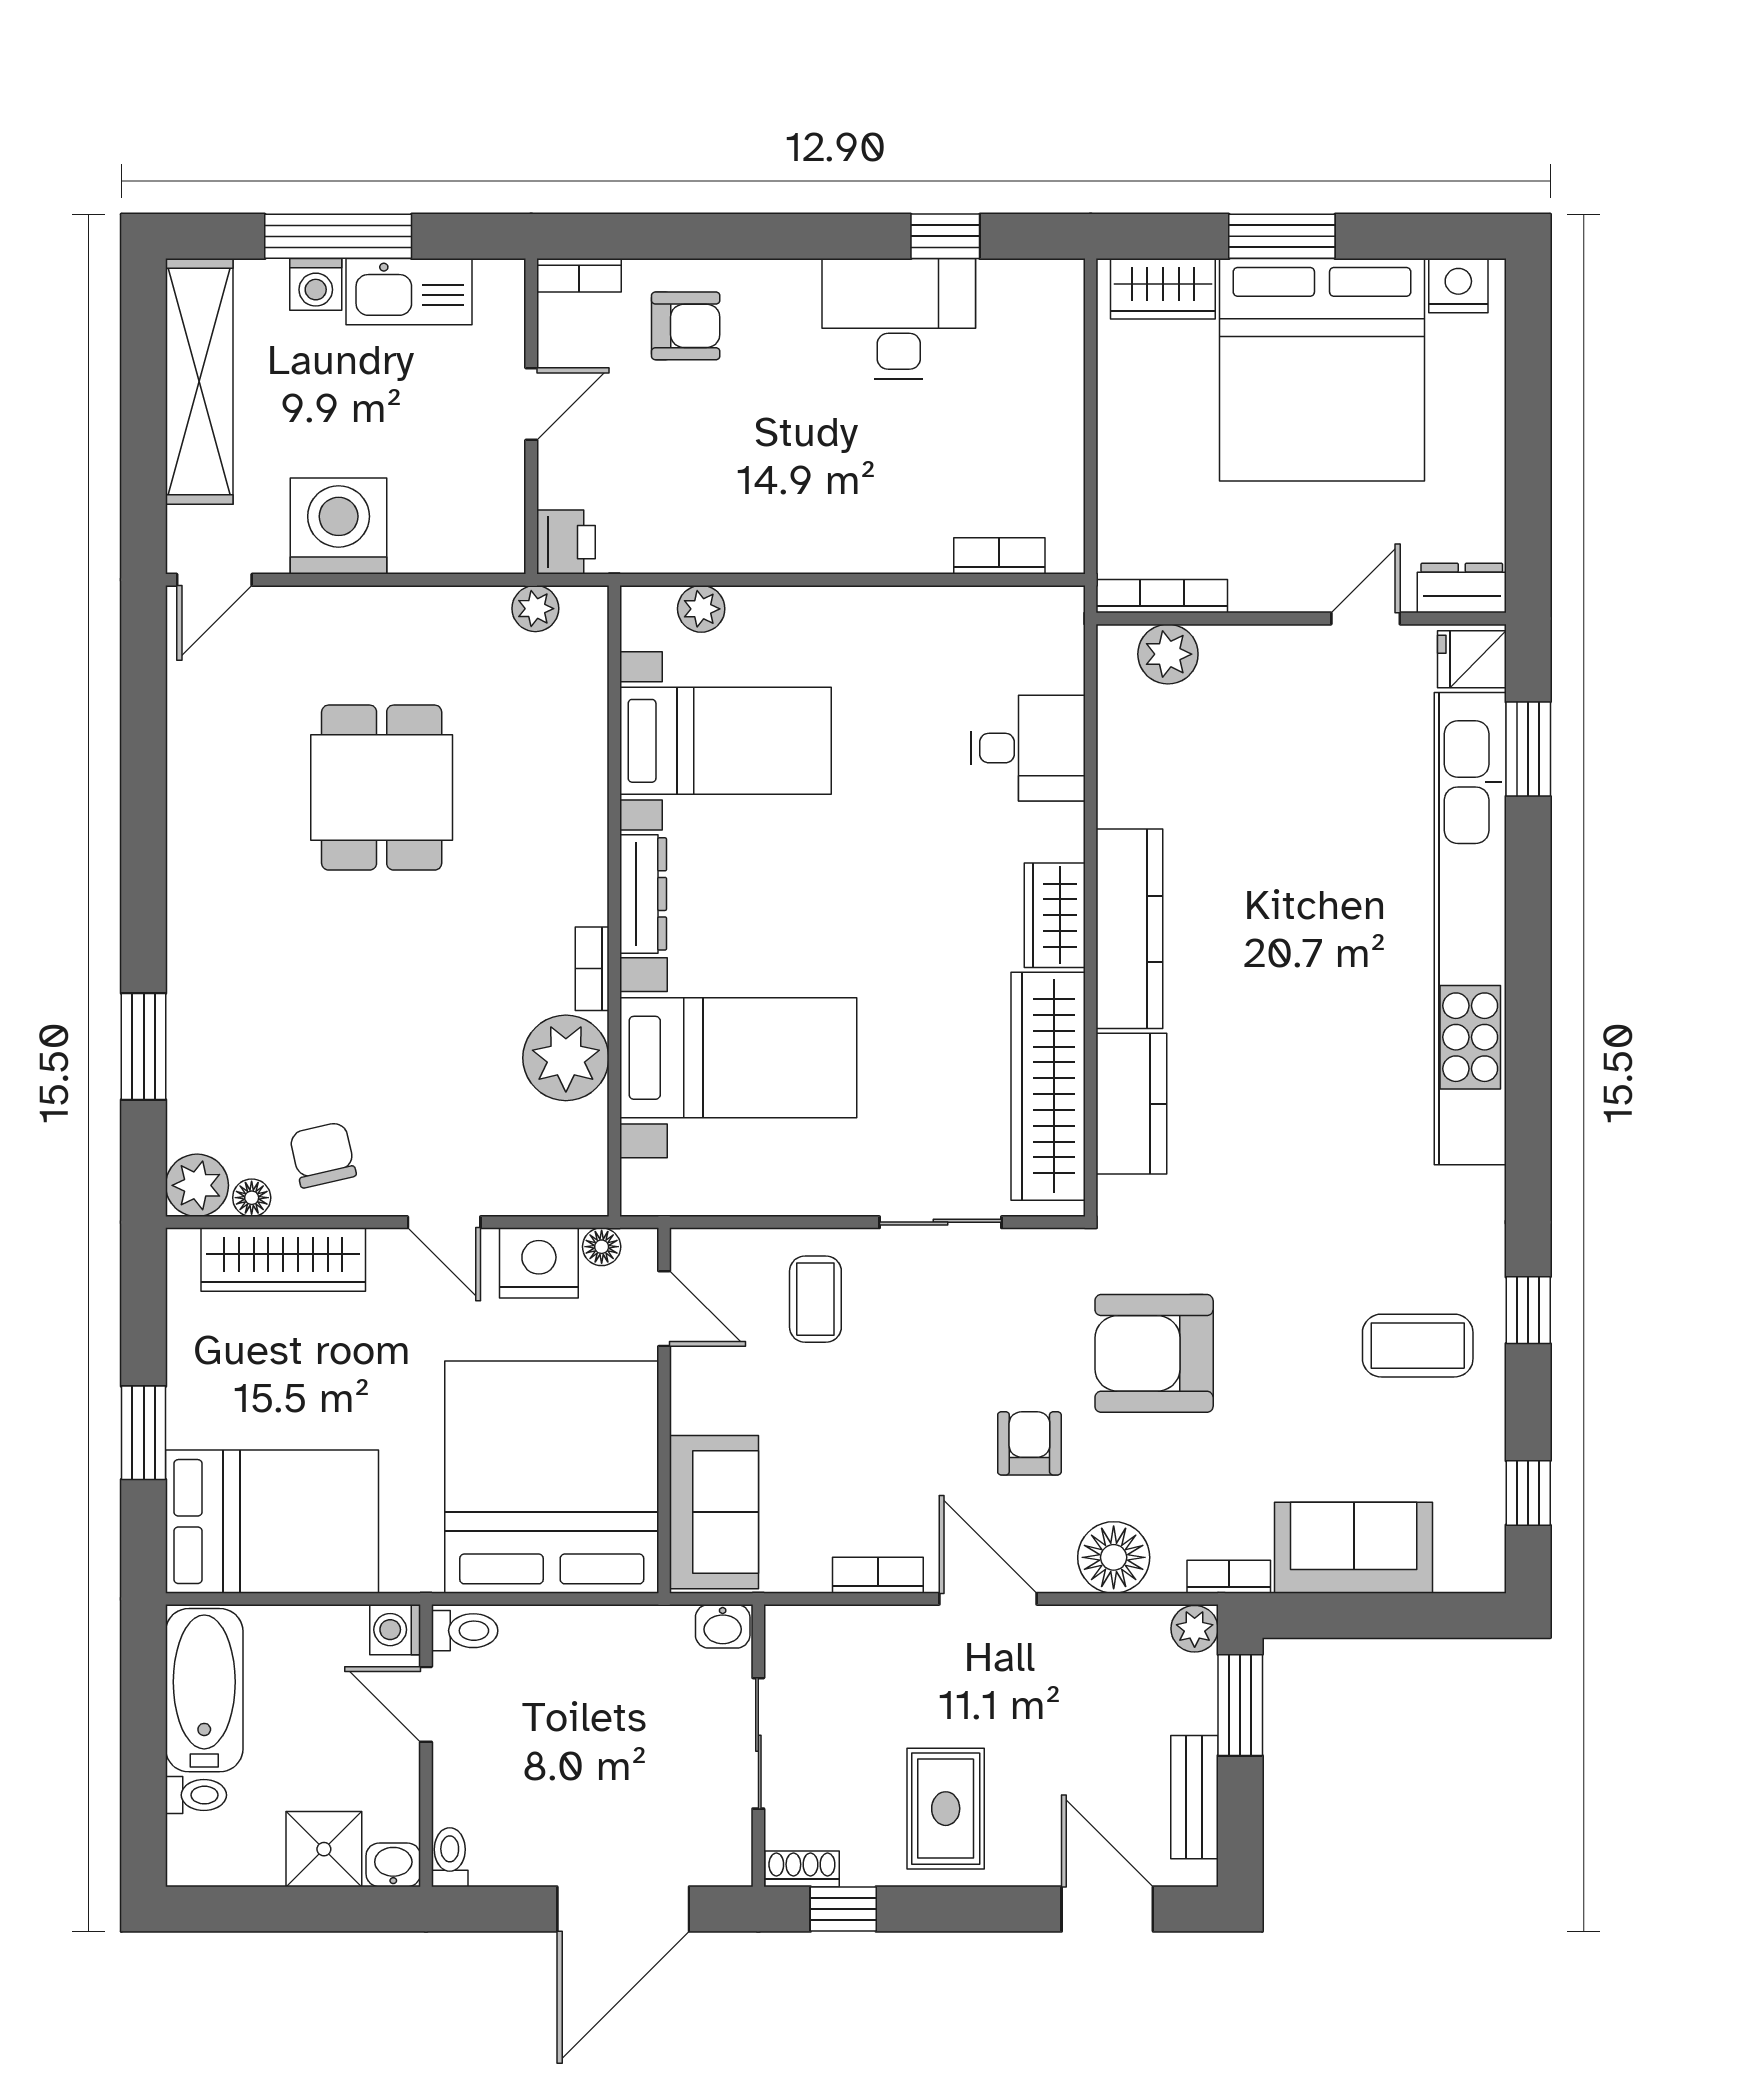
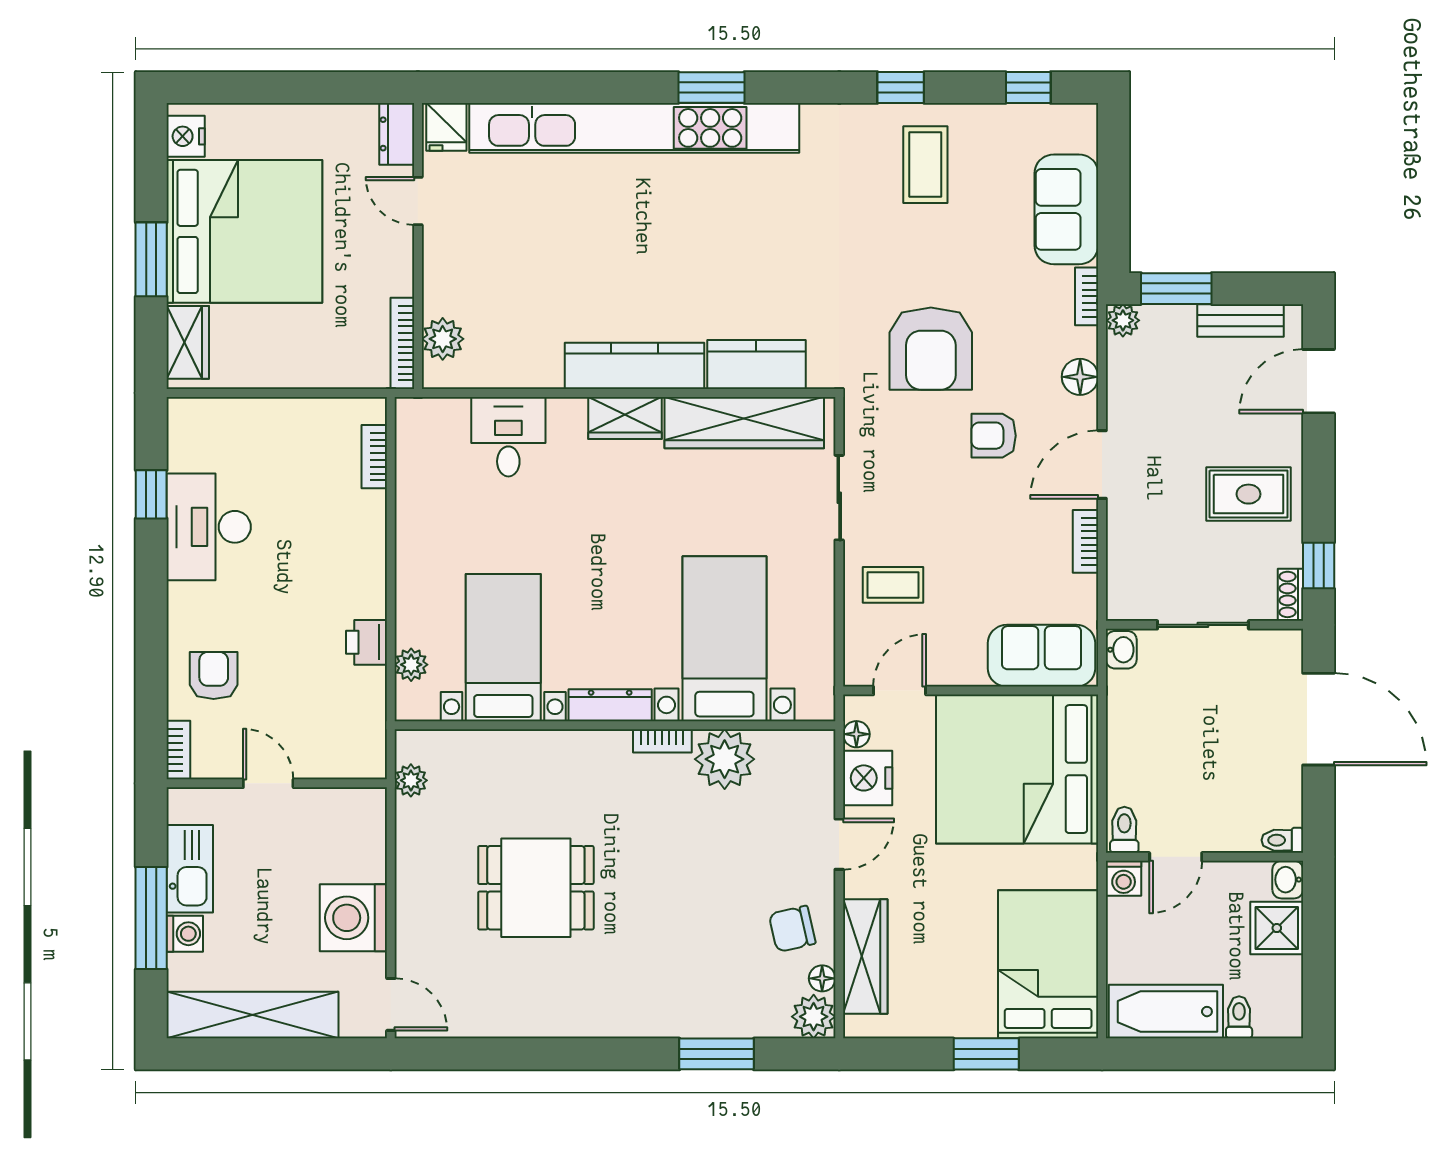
printer: (566, 542) -> (367, 642), moved, turned -90
window: (1528, 749) -> (711, 88), moved
floor lamp: (1114, 1557) -> (1080, 377), width x0.73, depth x0.73

